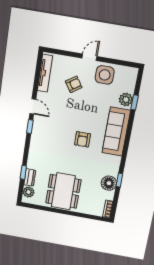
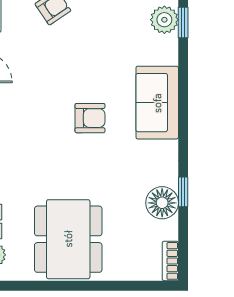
sofa: (116, 132) -> (157, 103), width x0.73
armchair: (82, 139) -> (90, 118), turned -90

